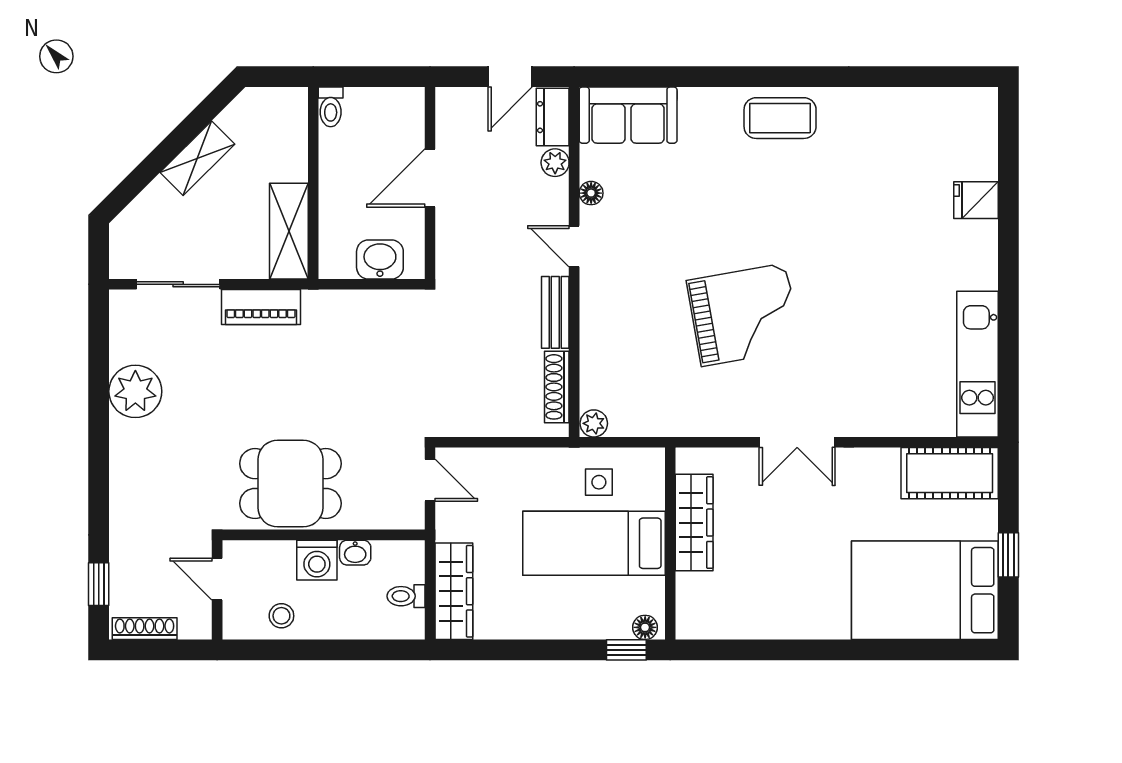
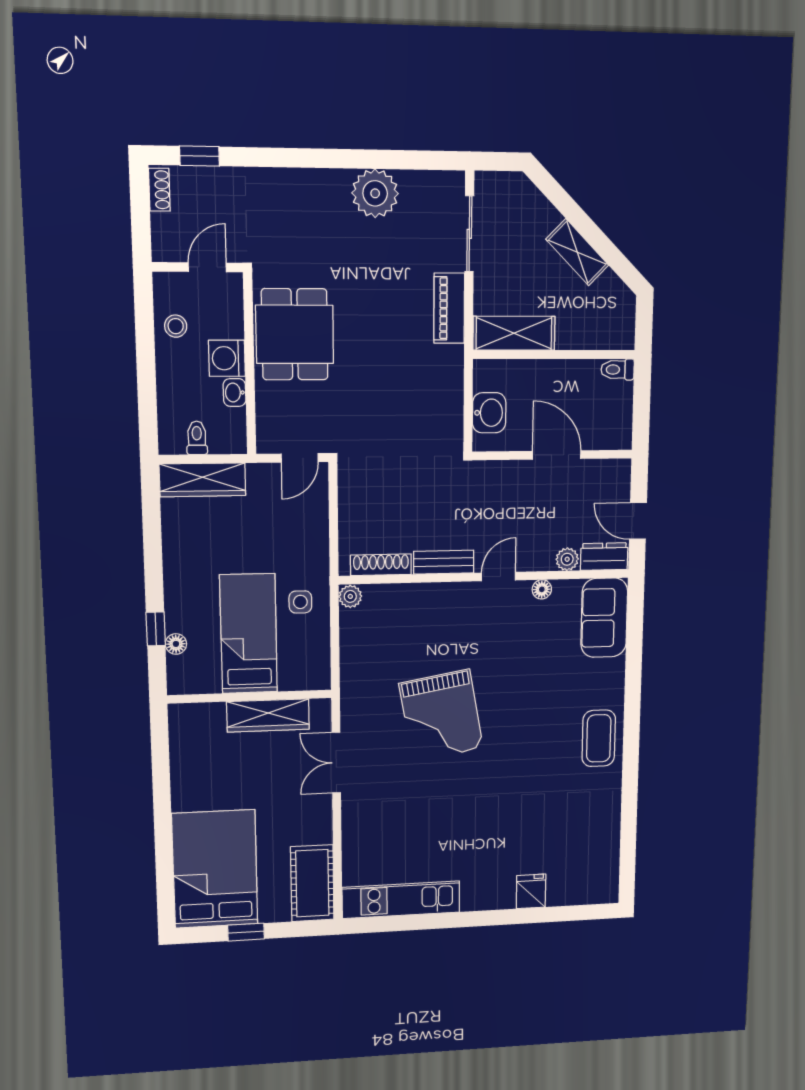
wardrobe: (694, 523) -> (268, 715), moved
bed: (594, 543) -> (249, 634), moved
wall: (670, 543) -> (250, 697), moved
shoe rack: (145, 629) -> (159, 190), width x0.70

